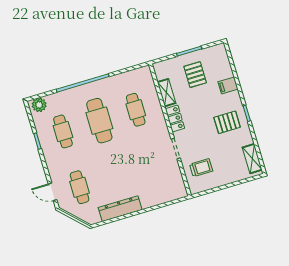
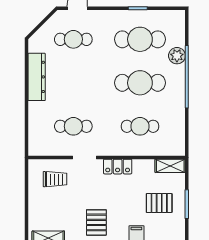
shelving: (167, 93) -> (170, 166), moved
plant: (39, 105) -> (177, 56), moved
cafe table: (63, 131) -> (140, 39), width x1.37, depth x1.35
cafe table: (152, 166) -> (73, 126), added
trolley: (201, 168) -> (55, 179), turned -90

